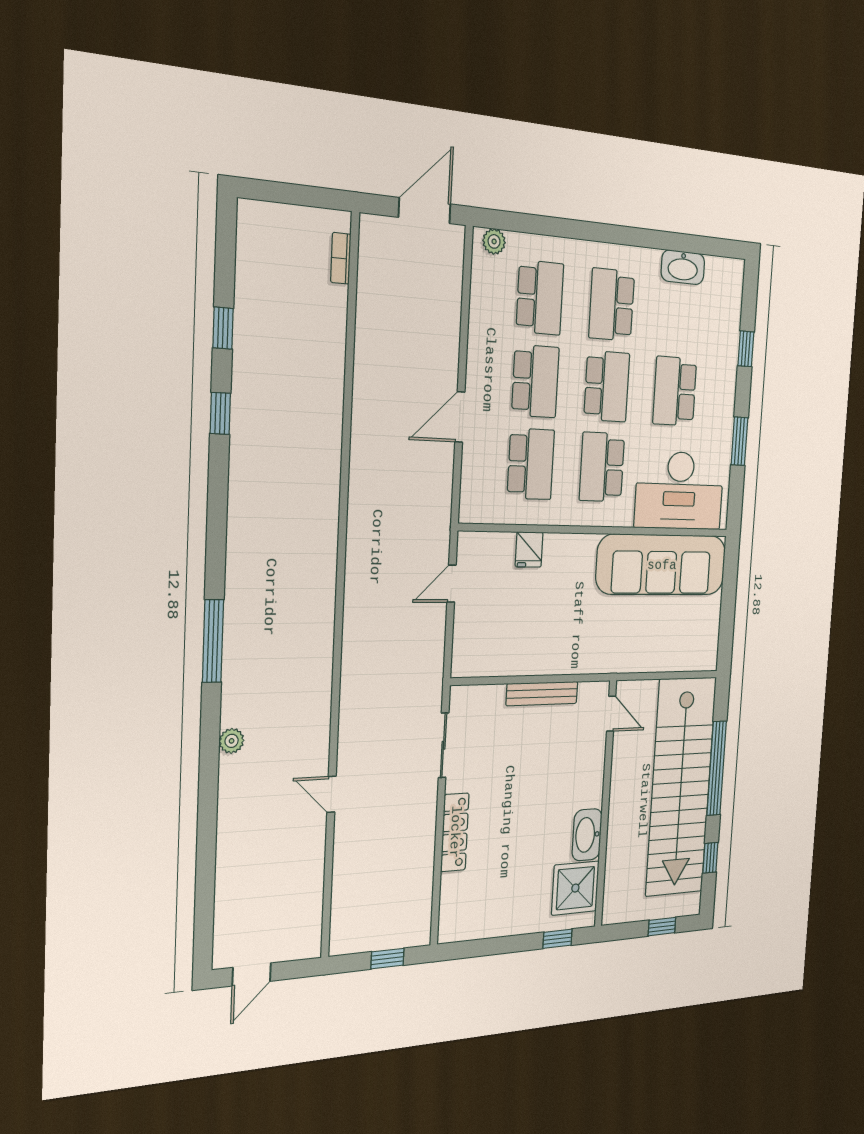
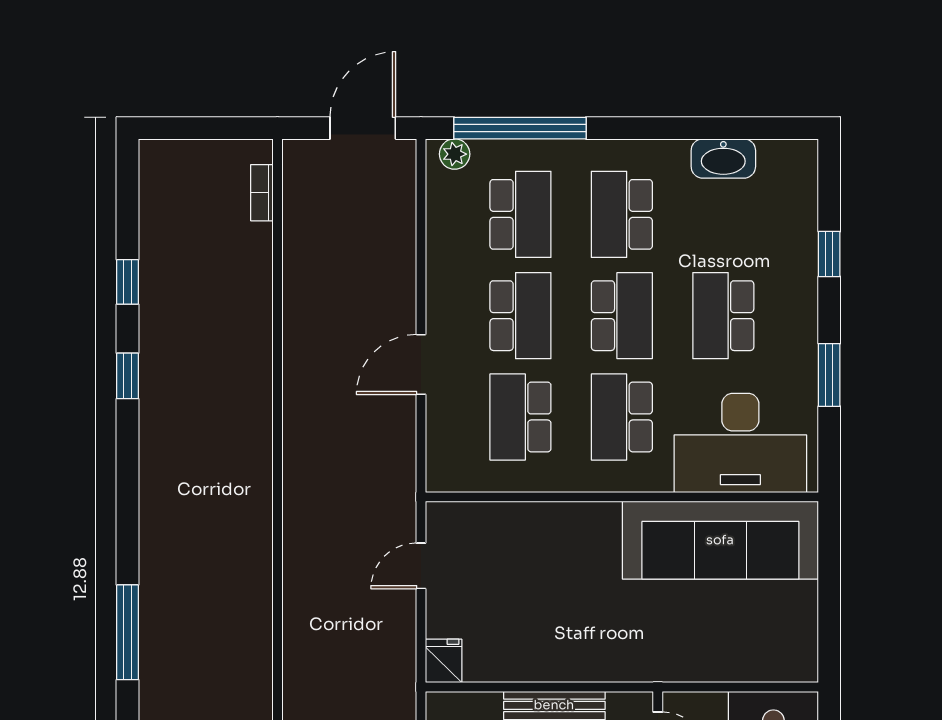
window: (544, 225) -> (520, 128), added
school desk: (531, 464) -> (520, 417), turned 180
fridge: (529, 550) -> (444, 661), moved, turned 180

